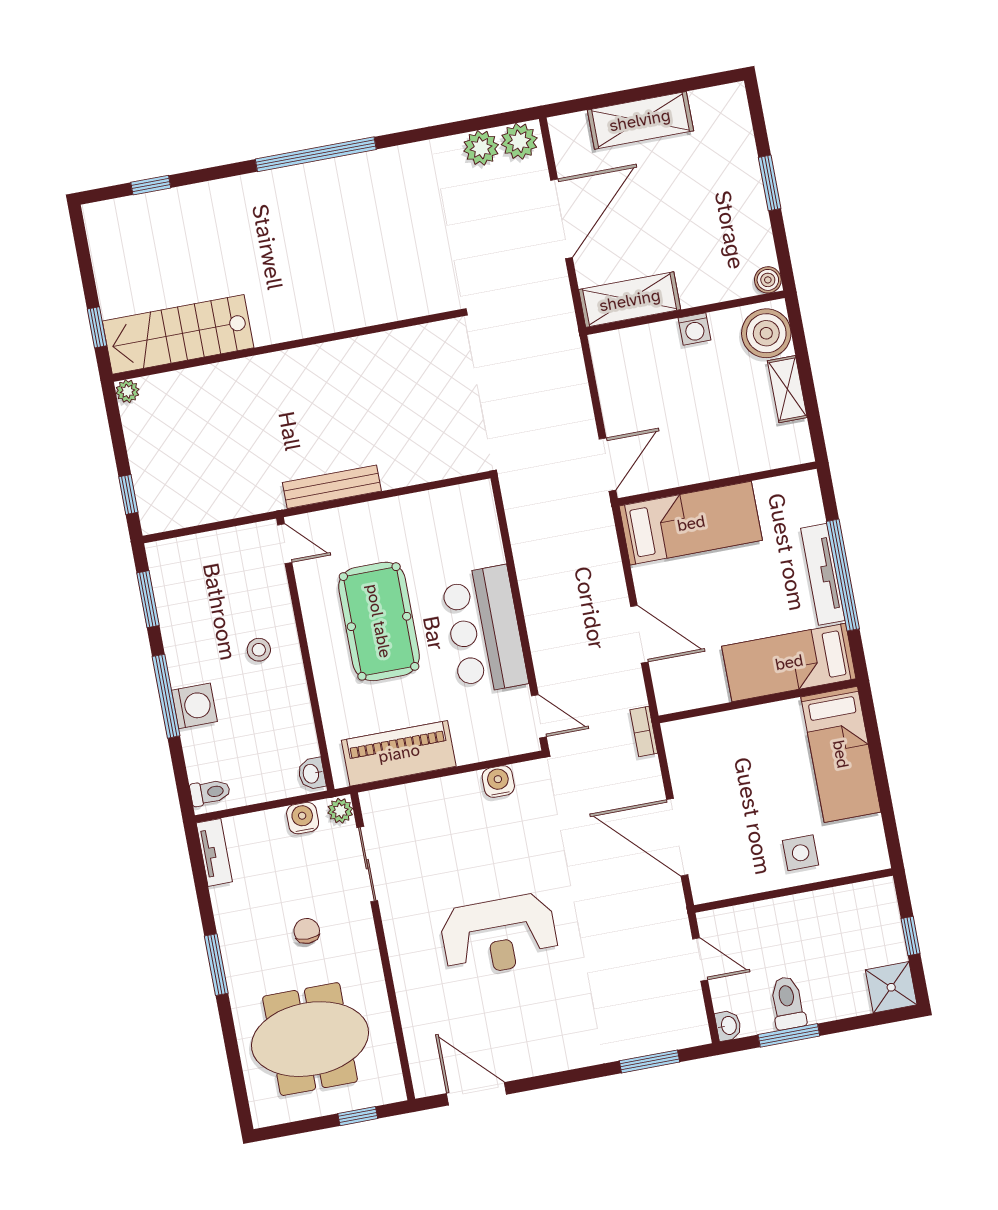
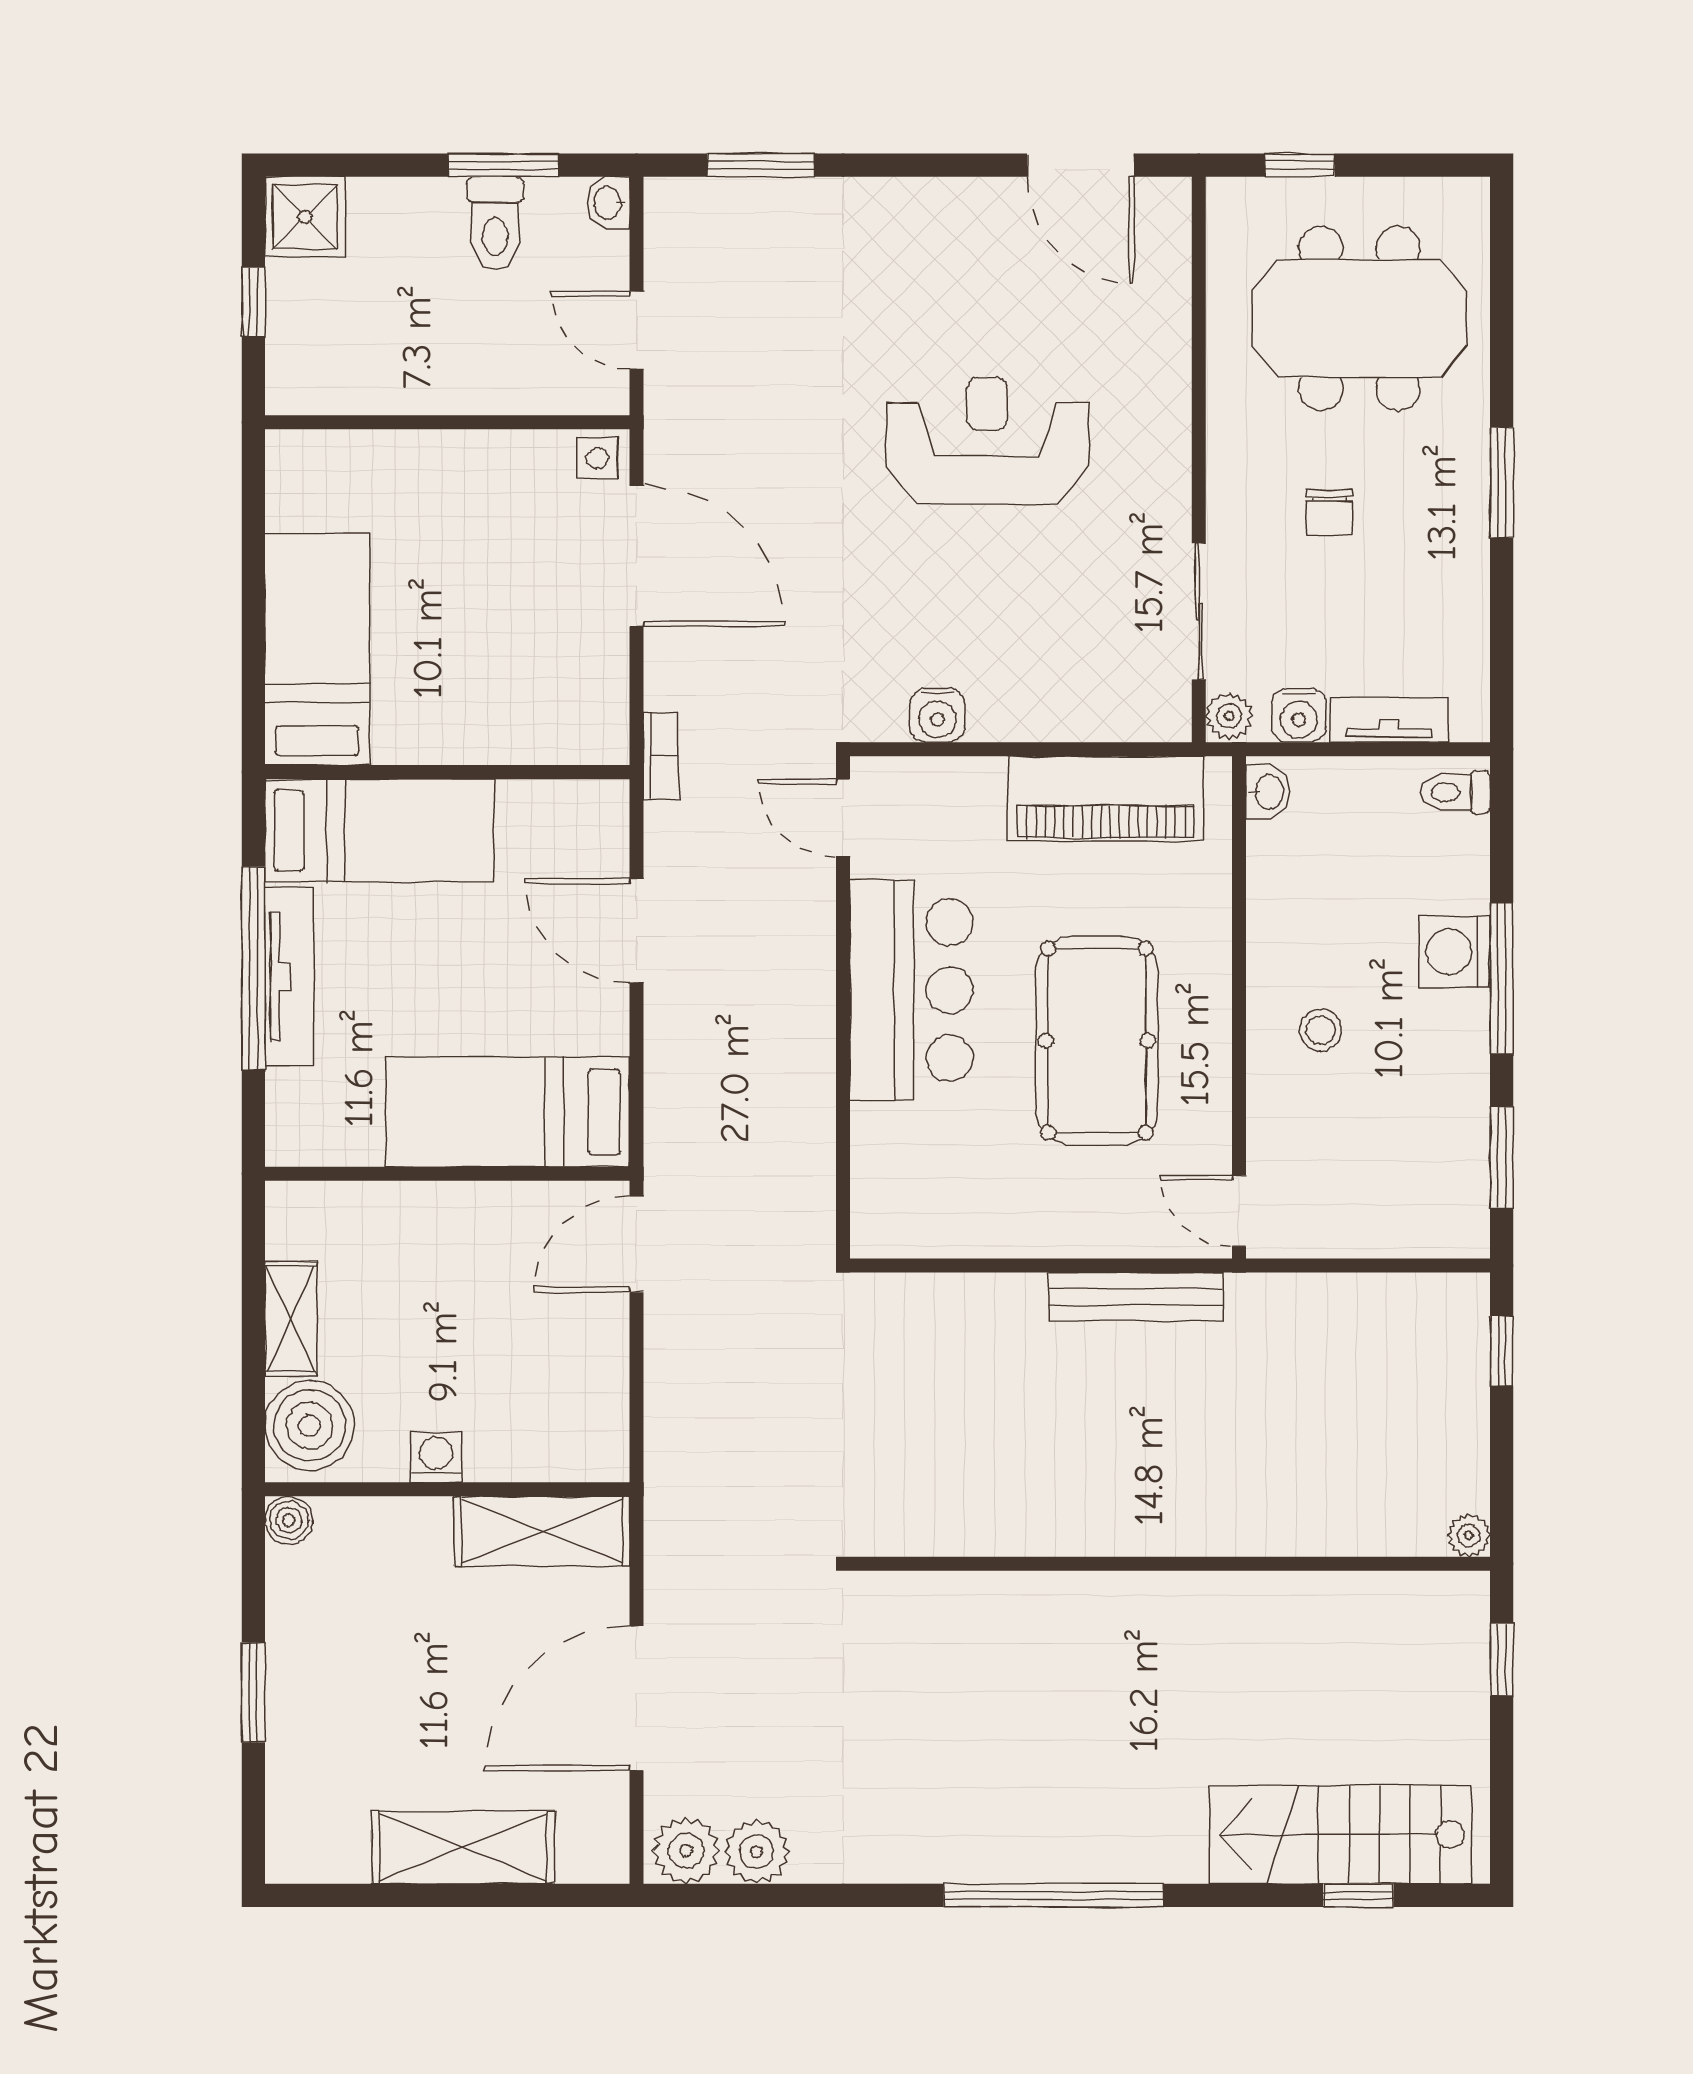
stairs: (178, 334) -> (1340, 1835), moved, turned 180
tv unit: (214, 852) -> (1389, 720), moved, turned 90
side table: (801, 853) -> (597, 458), moved, width x0.73, depth x0.73

